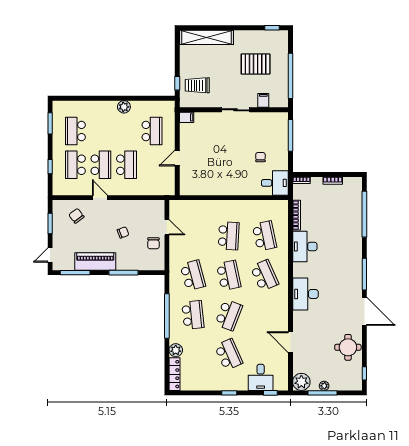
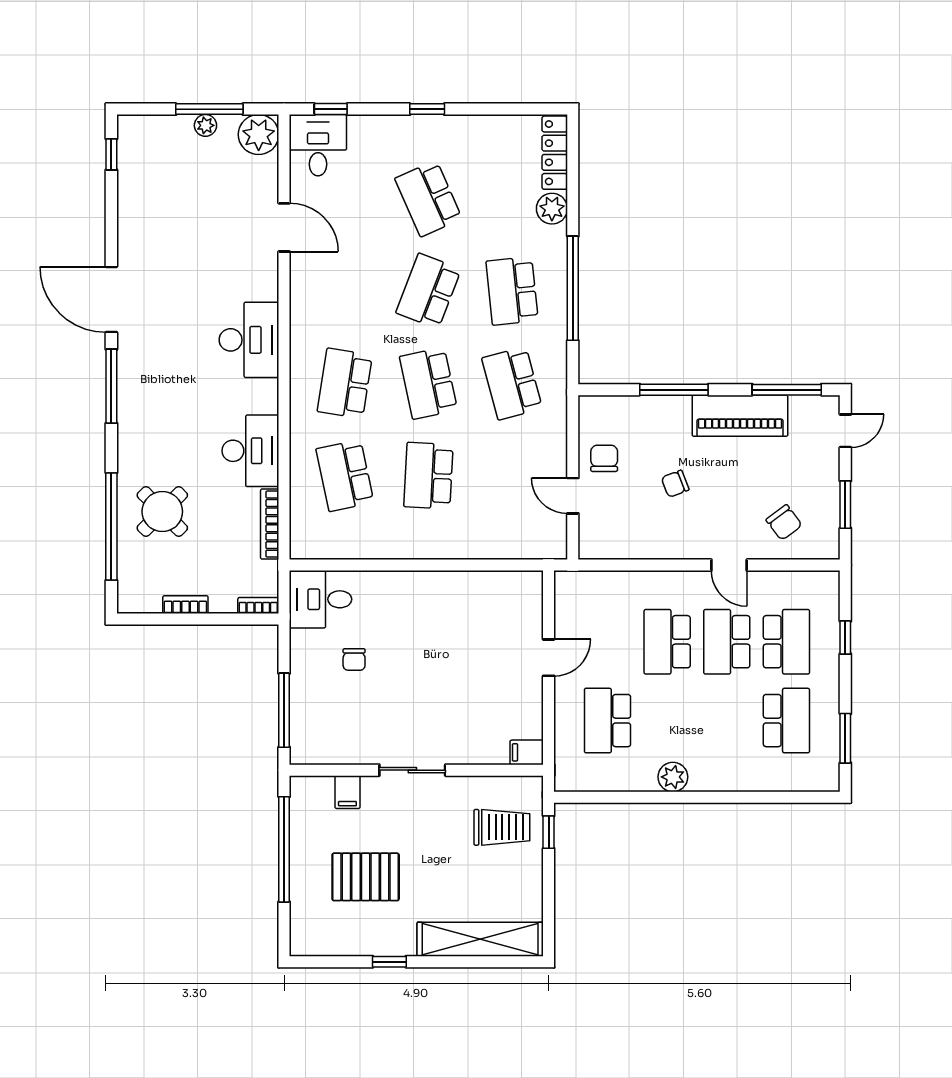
window: (272, 28) -> (389, 962), moved
school desk: (264, 275) -> (345, 383), turned 33
round table: (348, 347) -> (162, 512), moved, turned 45
desk: (261, 377) -> (318, 145), moved

